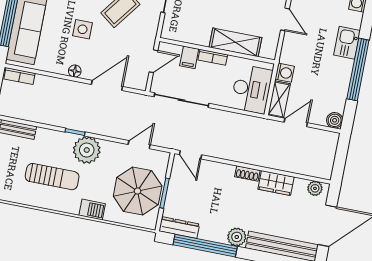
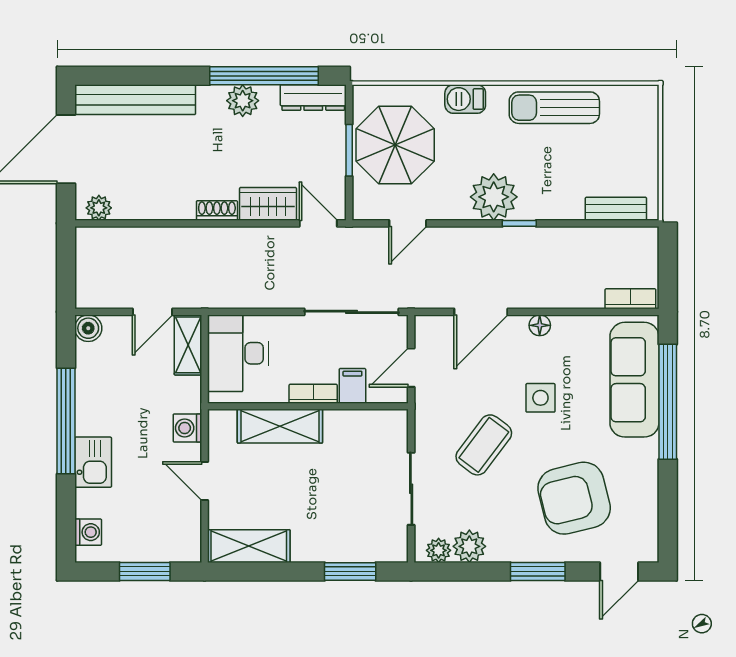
washing machine: (285, 73) -> (187, 428), moved
sun lounger: (52, 177) -> (554, 108), moved
wardrobe: (276, 183) -> (268, 204), moved
plant: (237, 237) -> (243, 101), moved

